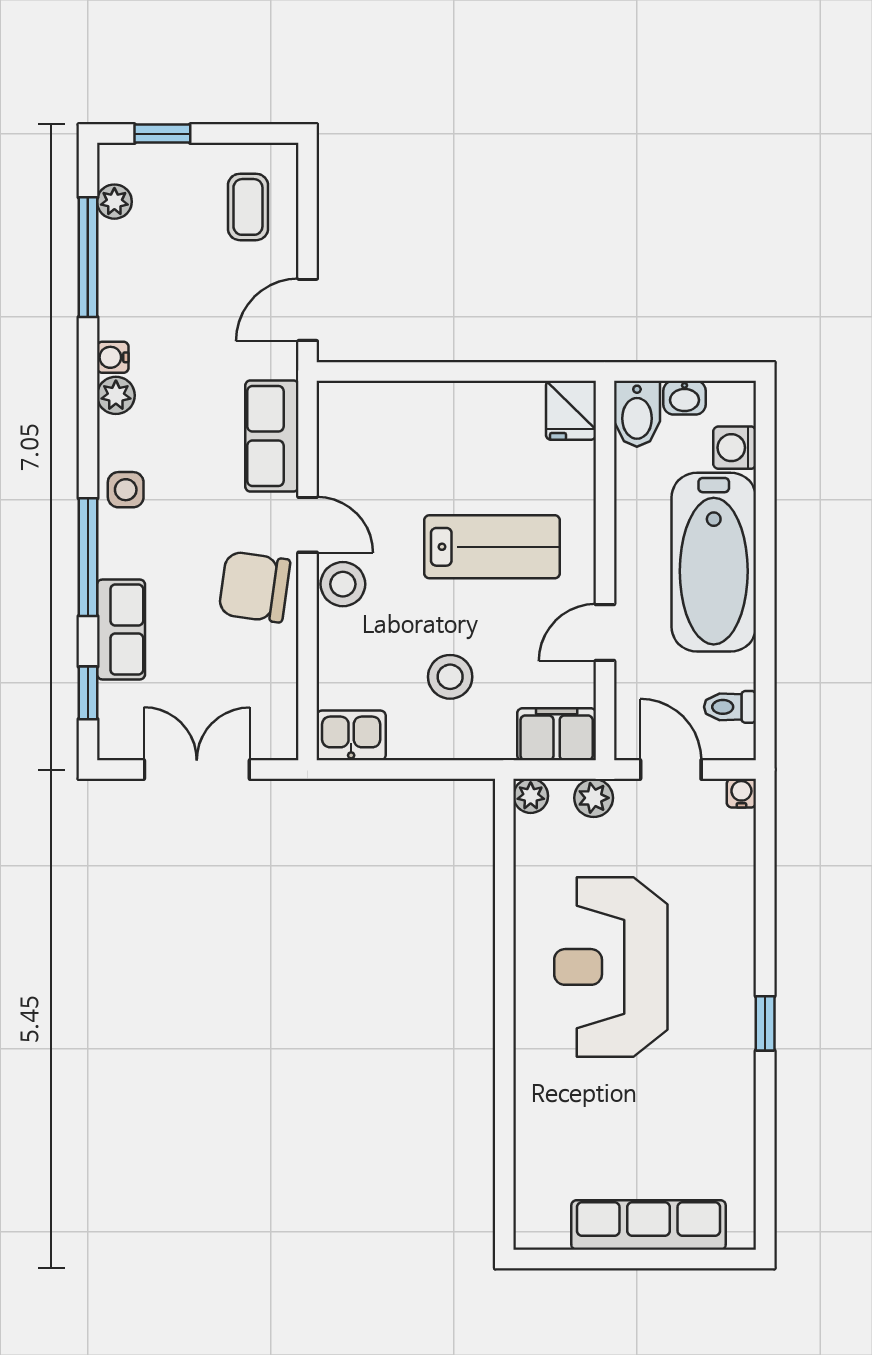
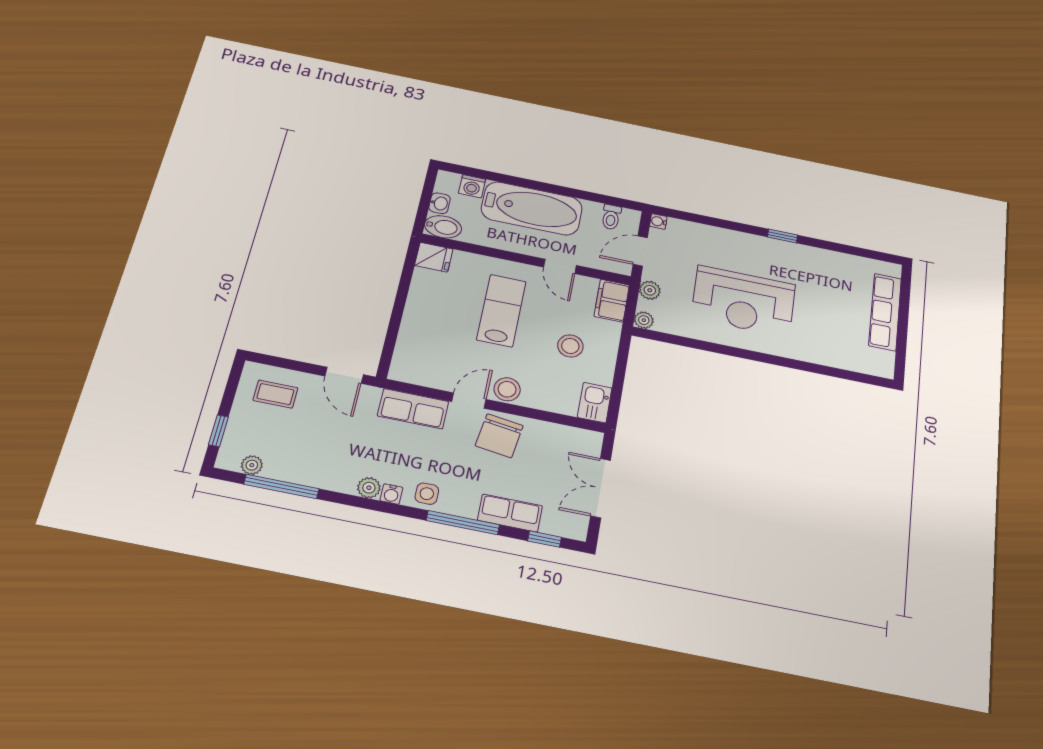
water cooler: (113, 357) -> (391, 494), moved

